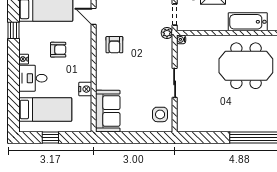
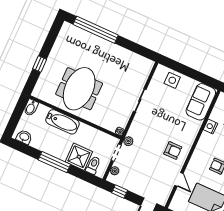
armchair: (114, 45) -> (173, 150), turned 90
meeting table: (246, 66) -> (79, 89), turned 90
side table: (160, 114) -> (172, 80), moved

